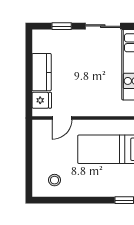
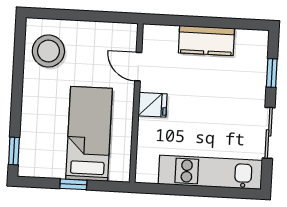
fridge: (42, 100) -> (153, 105), moved, turned -90
stool: (54, 180) -> (48, 51), width x1.89, depth x1.89

